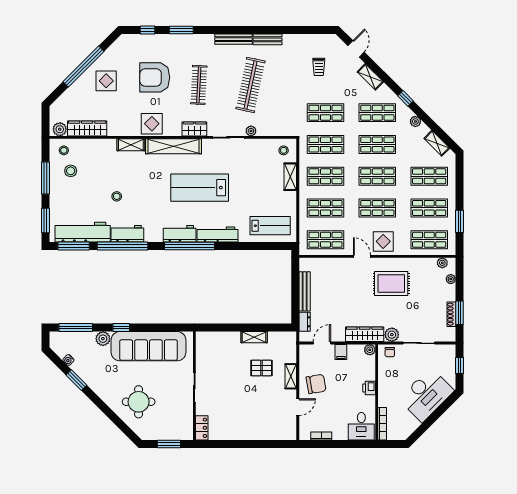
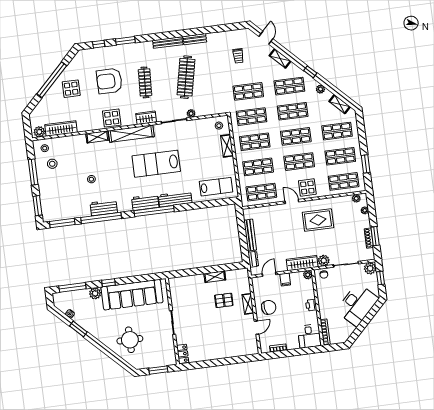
workbench: (83, 232) -> (68, 211), removed
plant: (448, 352) -> (370, 268), added

